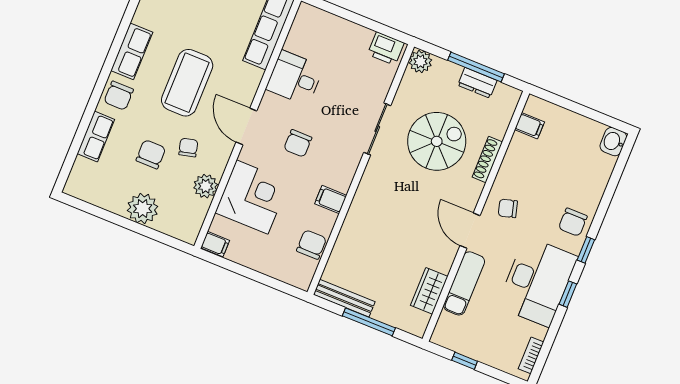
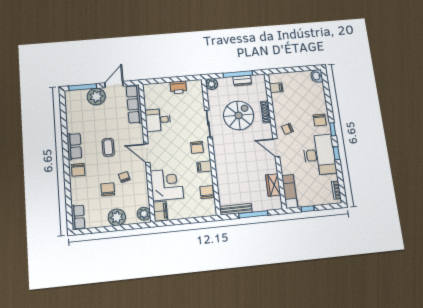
printer: (386, 48) -> (178, 87), moved
coffee table: (187, 83) -> (108, 147), width x0.54, depth x0.58
row of seats: (96, 136) -> (78, 217), moved
chair: (298, 143) -> (197, 147), moved
plant: (206, 186) -> (144, 214), moved
filing cabinet: (215, 244) -> (160, 211), width x2.00
exam couch: (464, 283) -> (290, 191), moved

